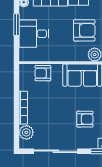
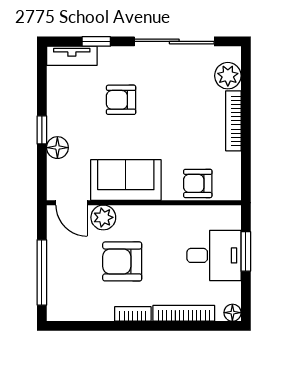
window: (16, 25) -> (246, 251), moved
armchair: (43, 73) -> (198, 183), turned 180

